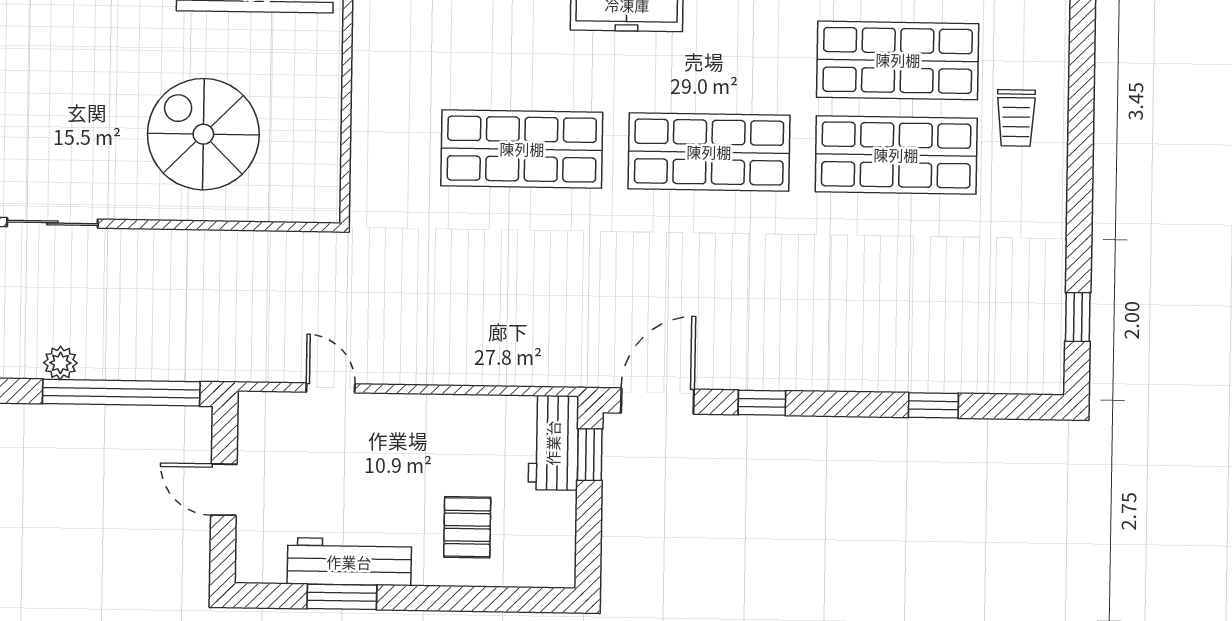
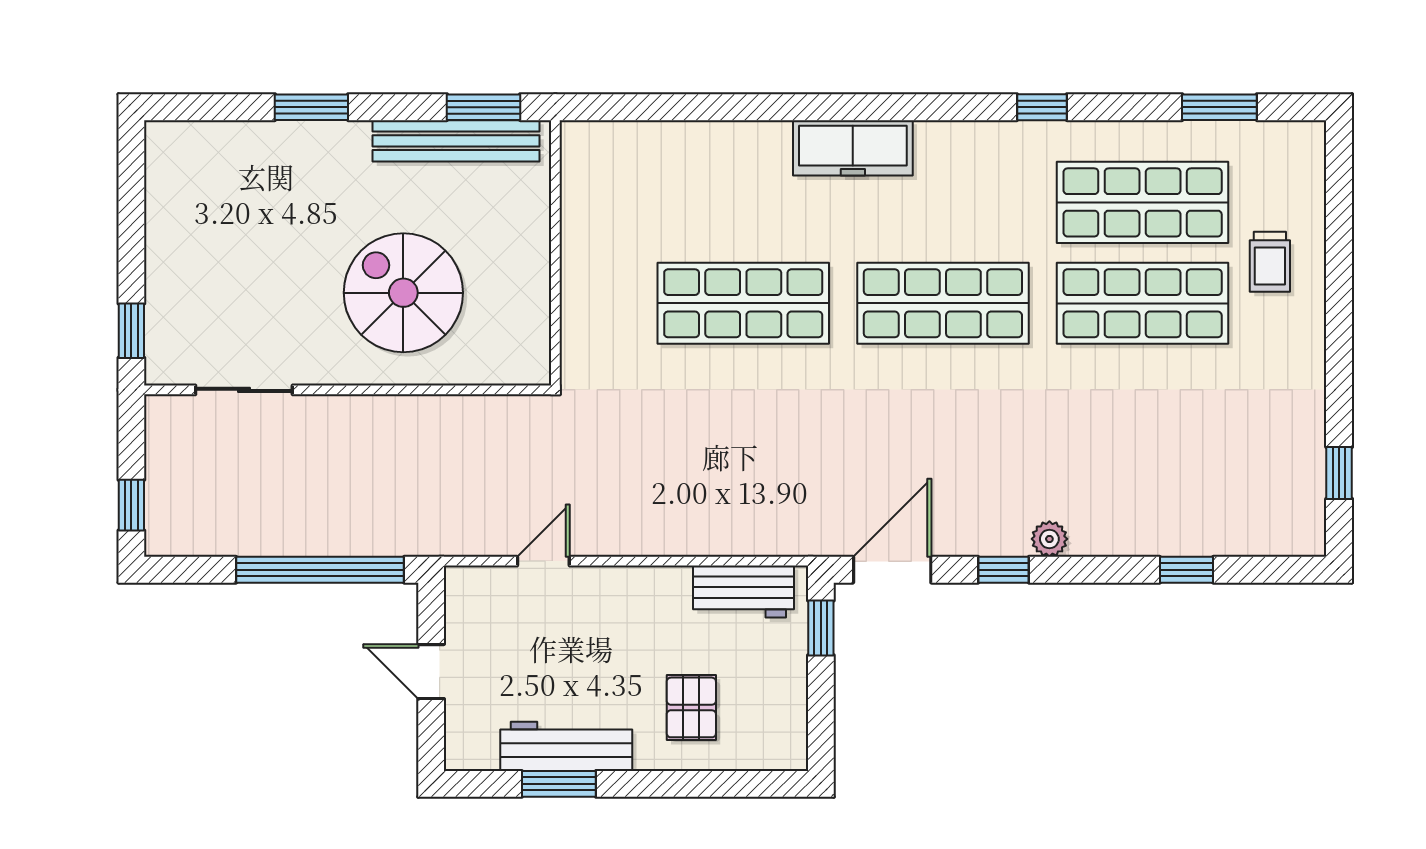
plant: (60, 363) -> (1049, 539), moved
door: (331, 388) -> (543, 561), hinge flipped
workbench: (553, 443) -> (743, 592), moved, turned -90

